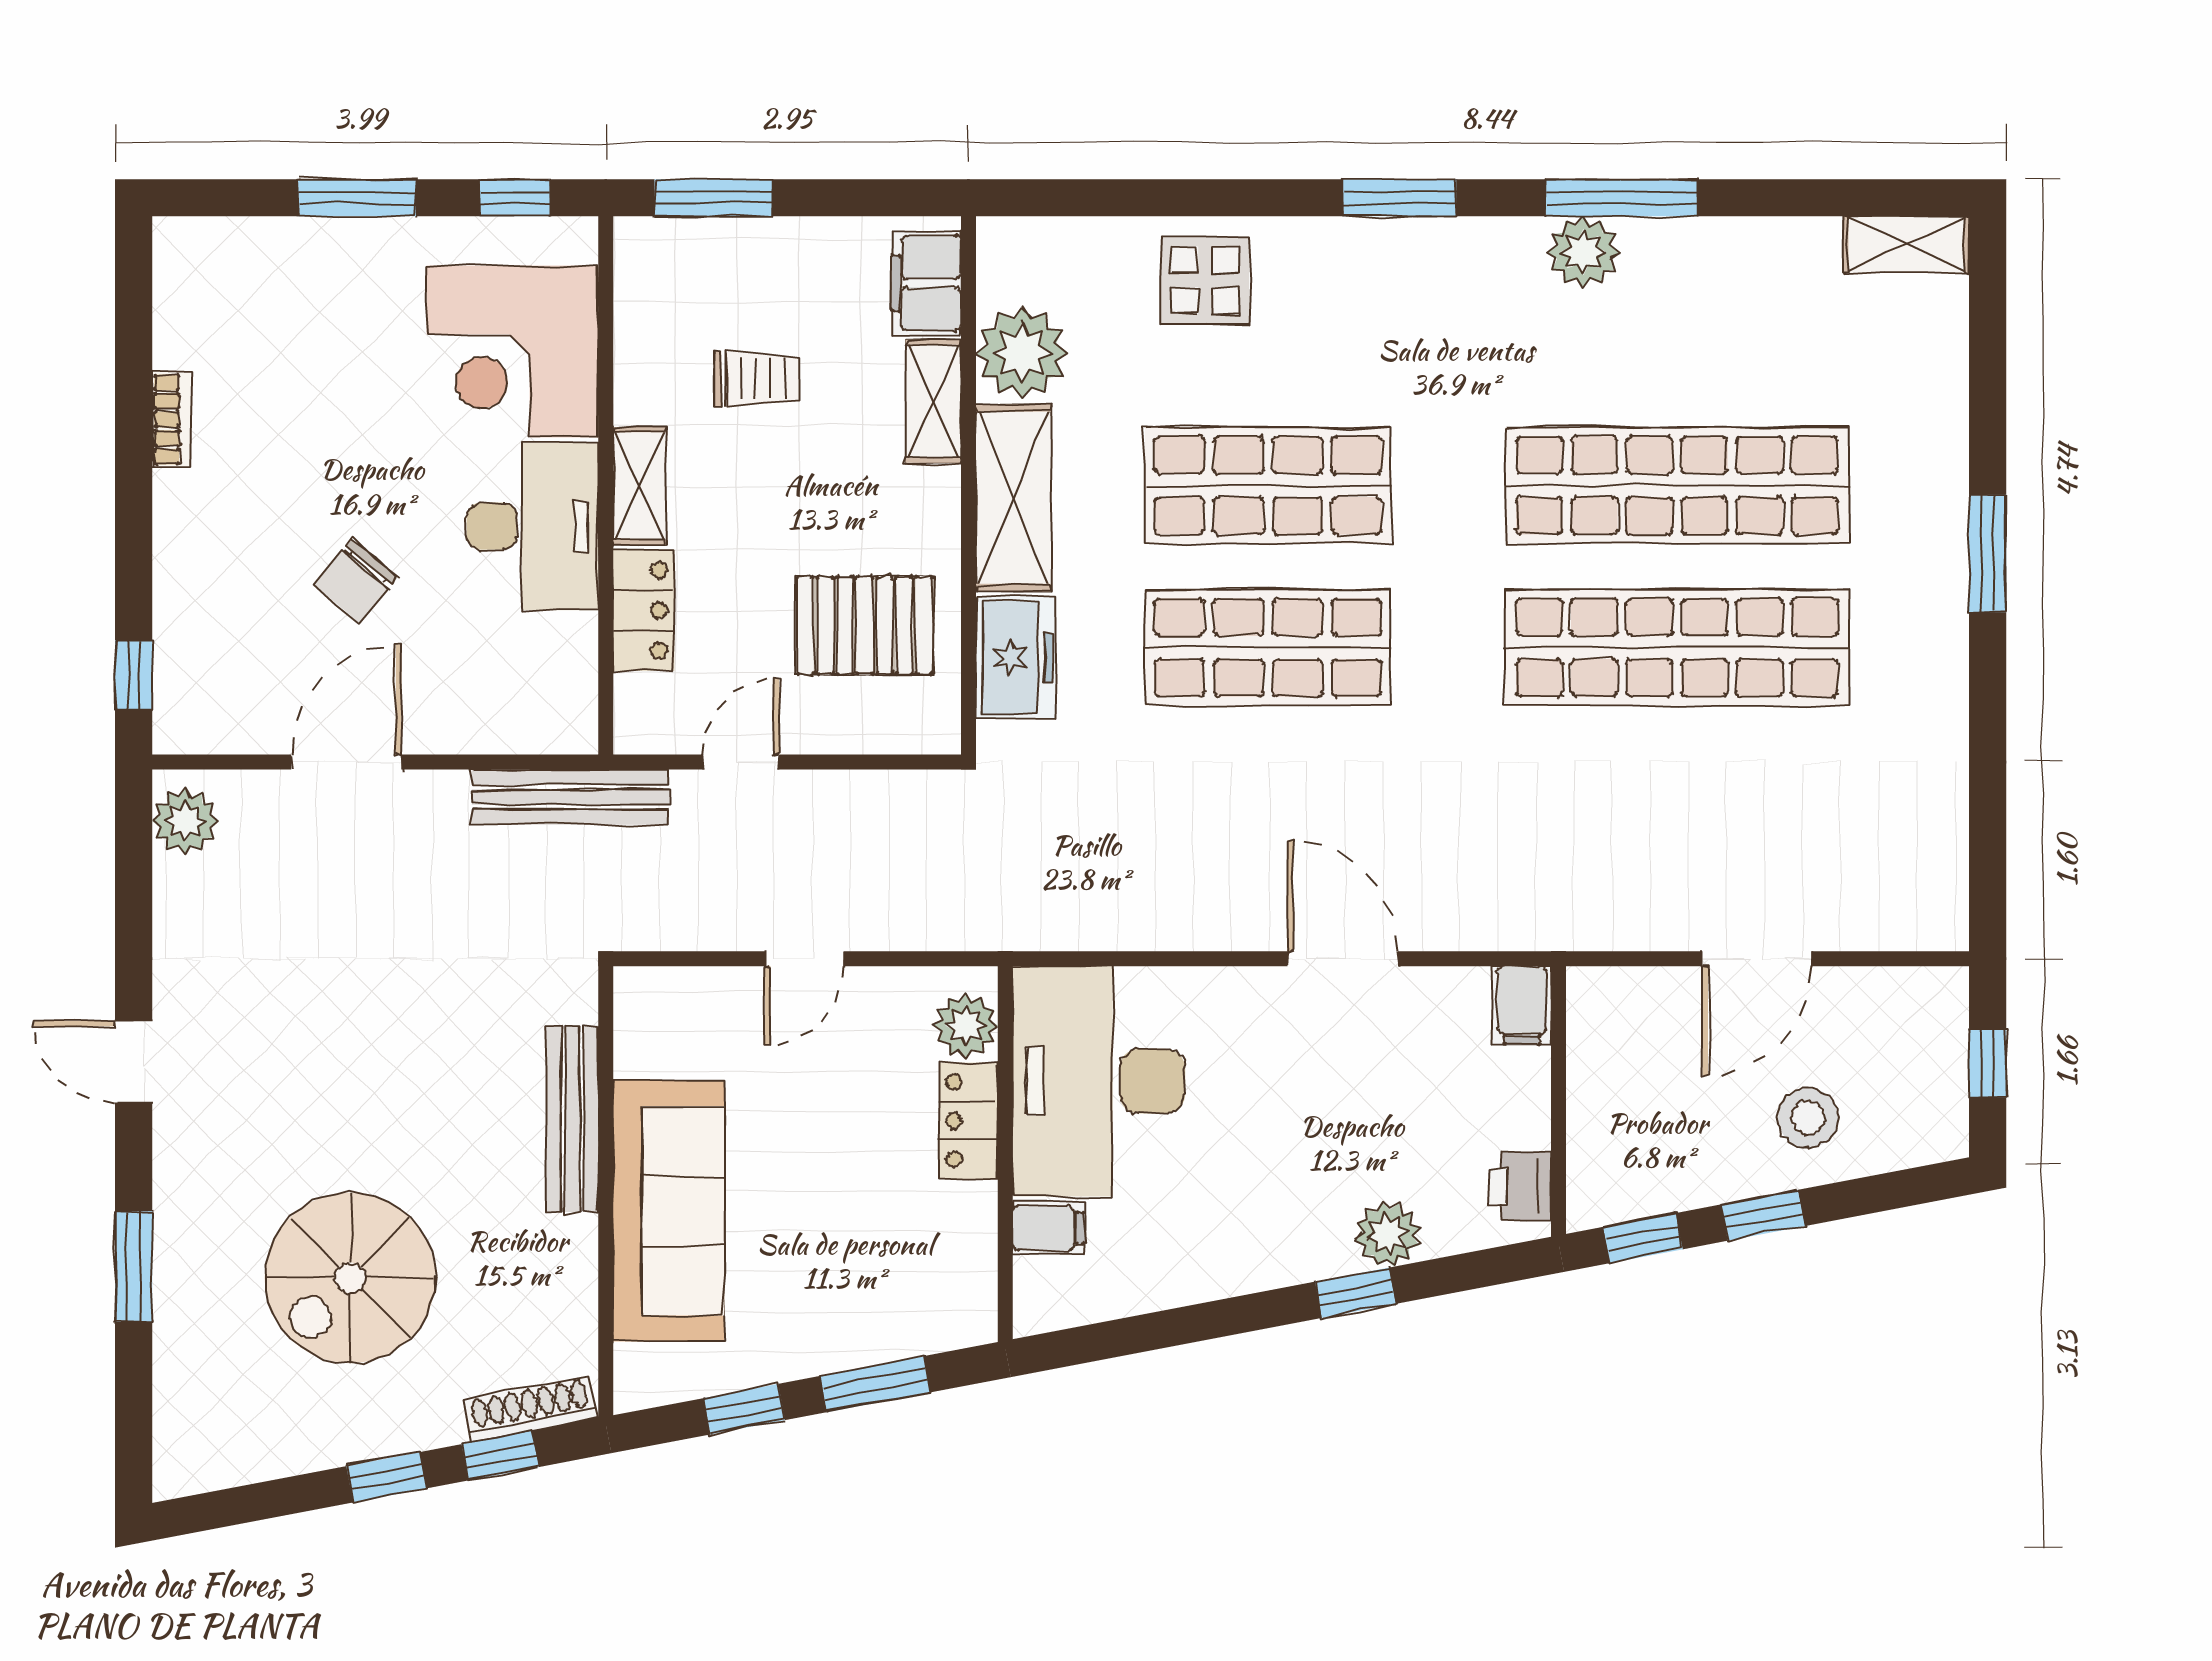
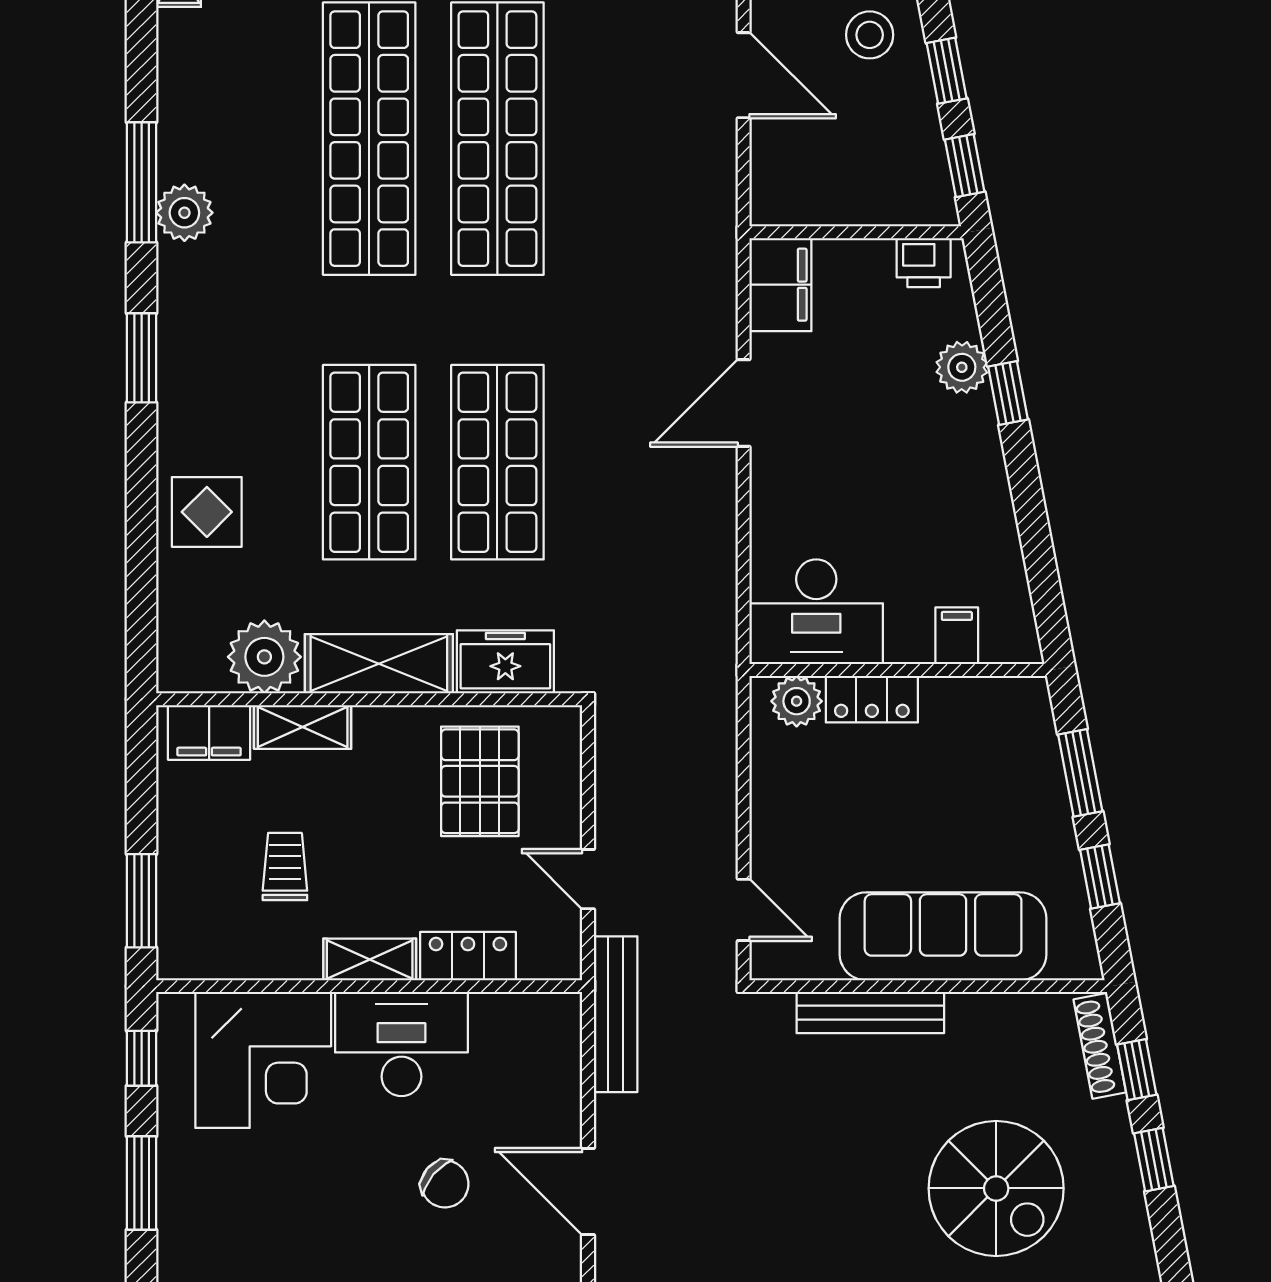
door: (804, 959) -> (744, 910), moved
filing cabinet: (1522, 1005) -> (780, 285), width x2.00
desk: (1099, 1081) -> (816, 612), width x0.73, depth x0.77

